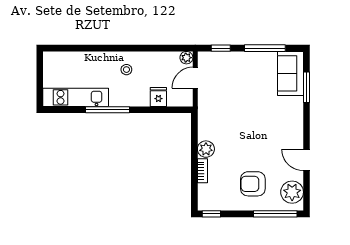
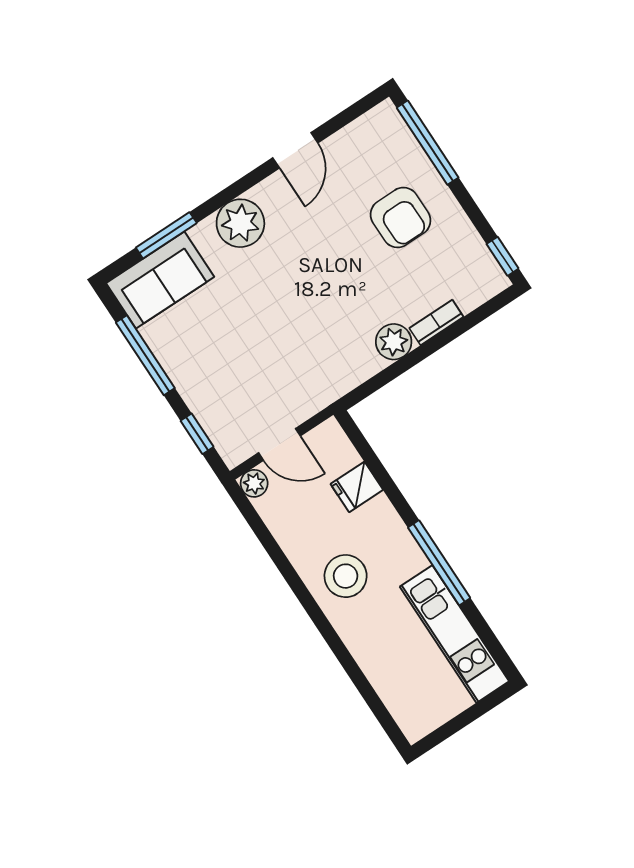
stool: (126, 70) -> (346, 576), width x1.89, depth x1.89
plant: (292, 192) -> (240, 223), moved

